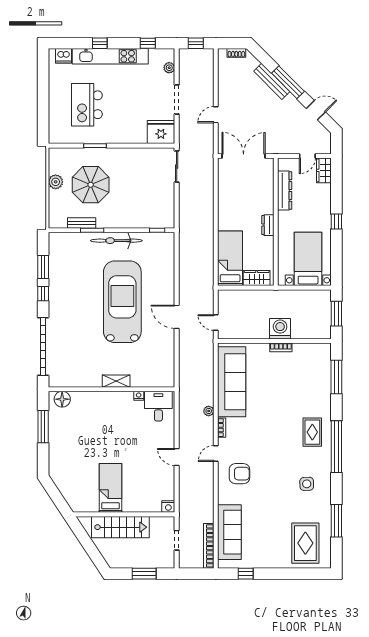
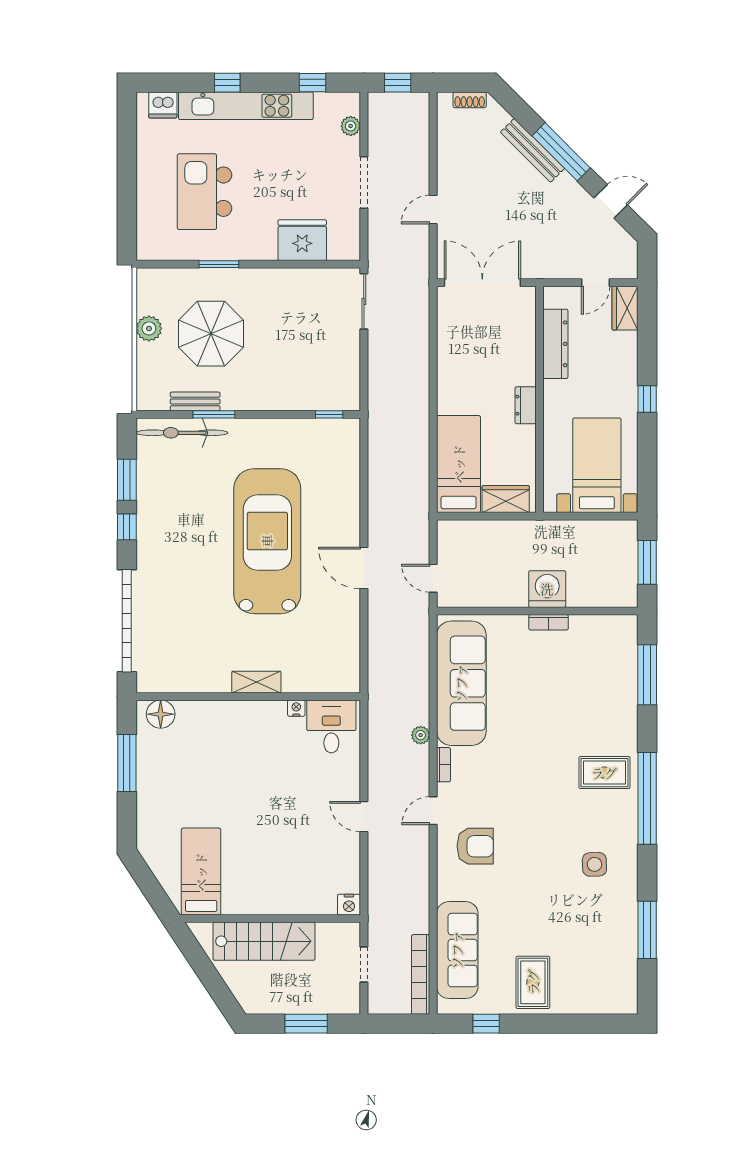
fridge: (161, 132) -> (302, 240), moved
bicycle: (116, 241) -> (182, 433), moved
rug: (312, 432) -> (604, 773), turned 90
bed: (110, 488) -> (201, 872), moved
rug: (305, 543) -> (533, 982), moved, width x0.73, depth x0.70

